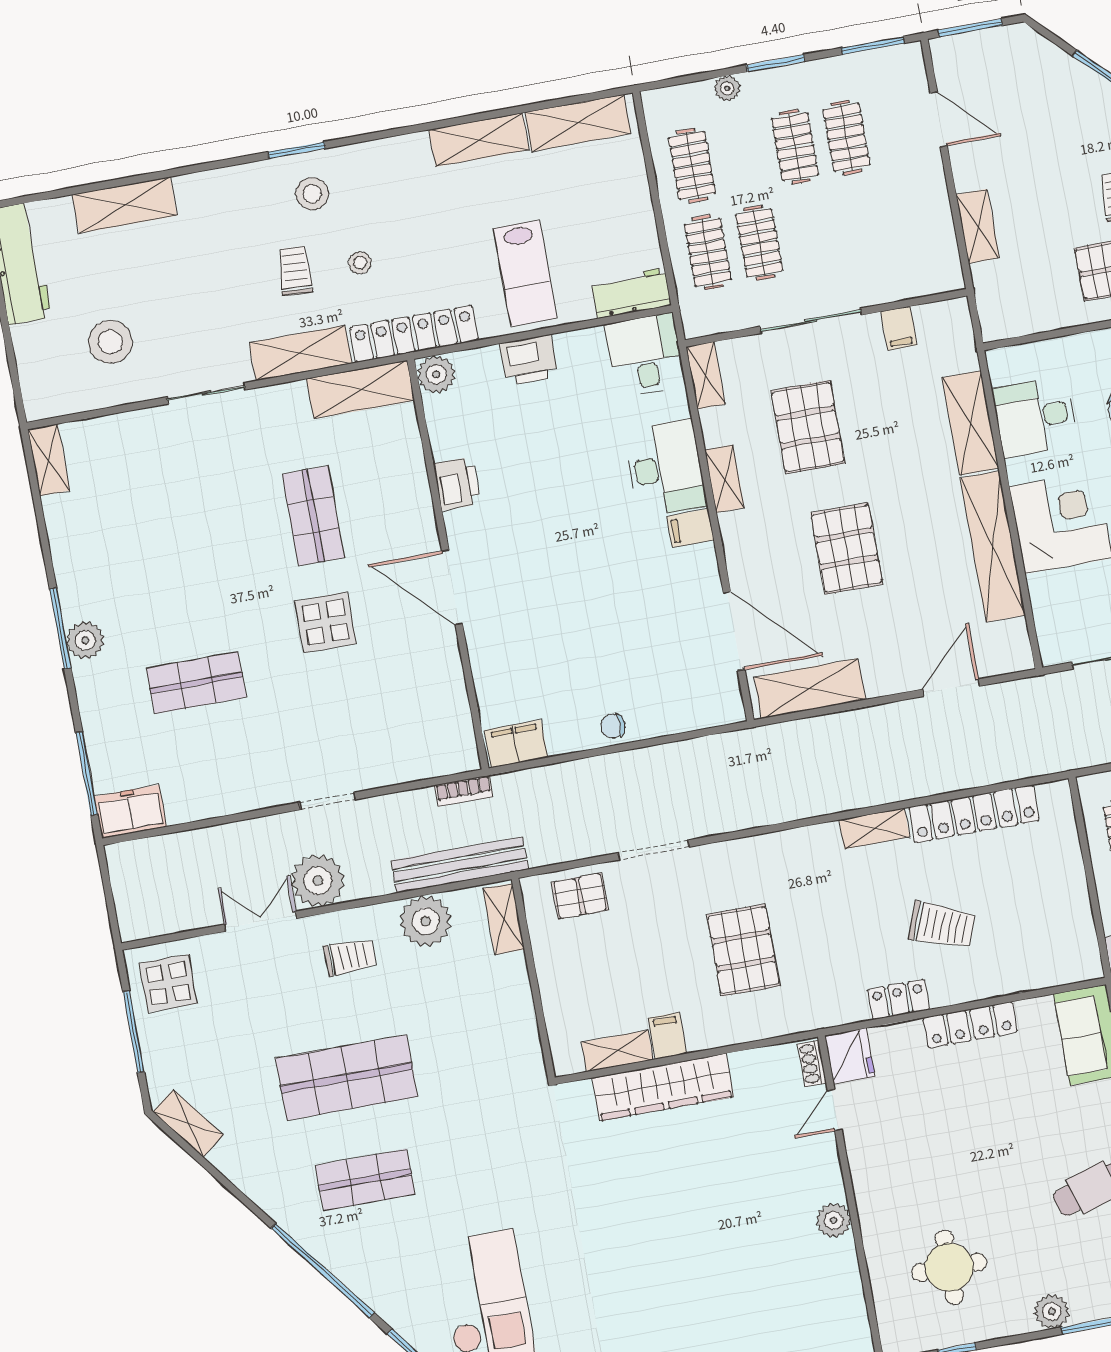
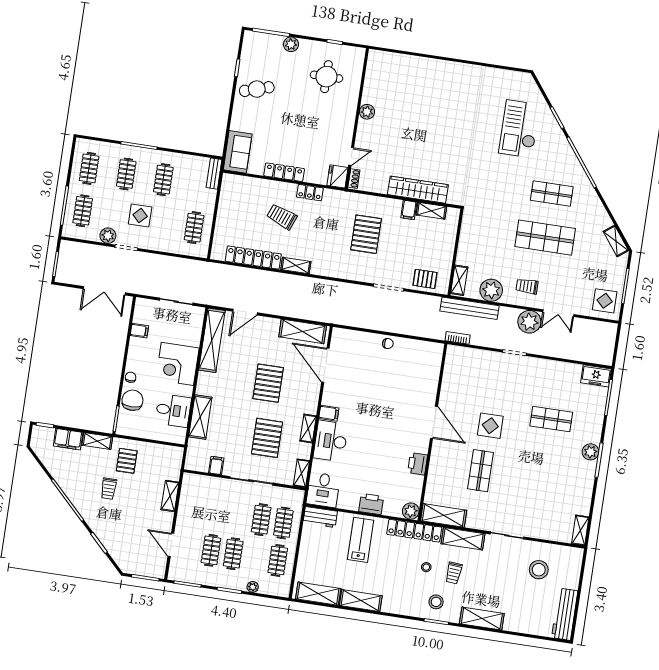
shelving: (125, 205) -> (482, 619), moved
shelving: (993, 547) -> (212, 340), moved
filing cabinet: (516, 744) -> (430, 350), removed

